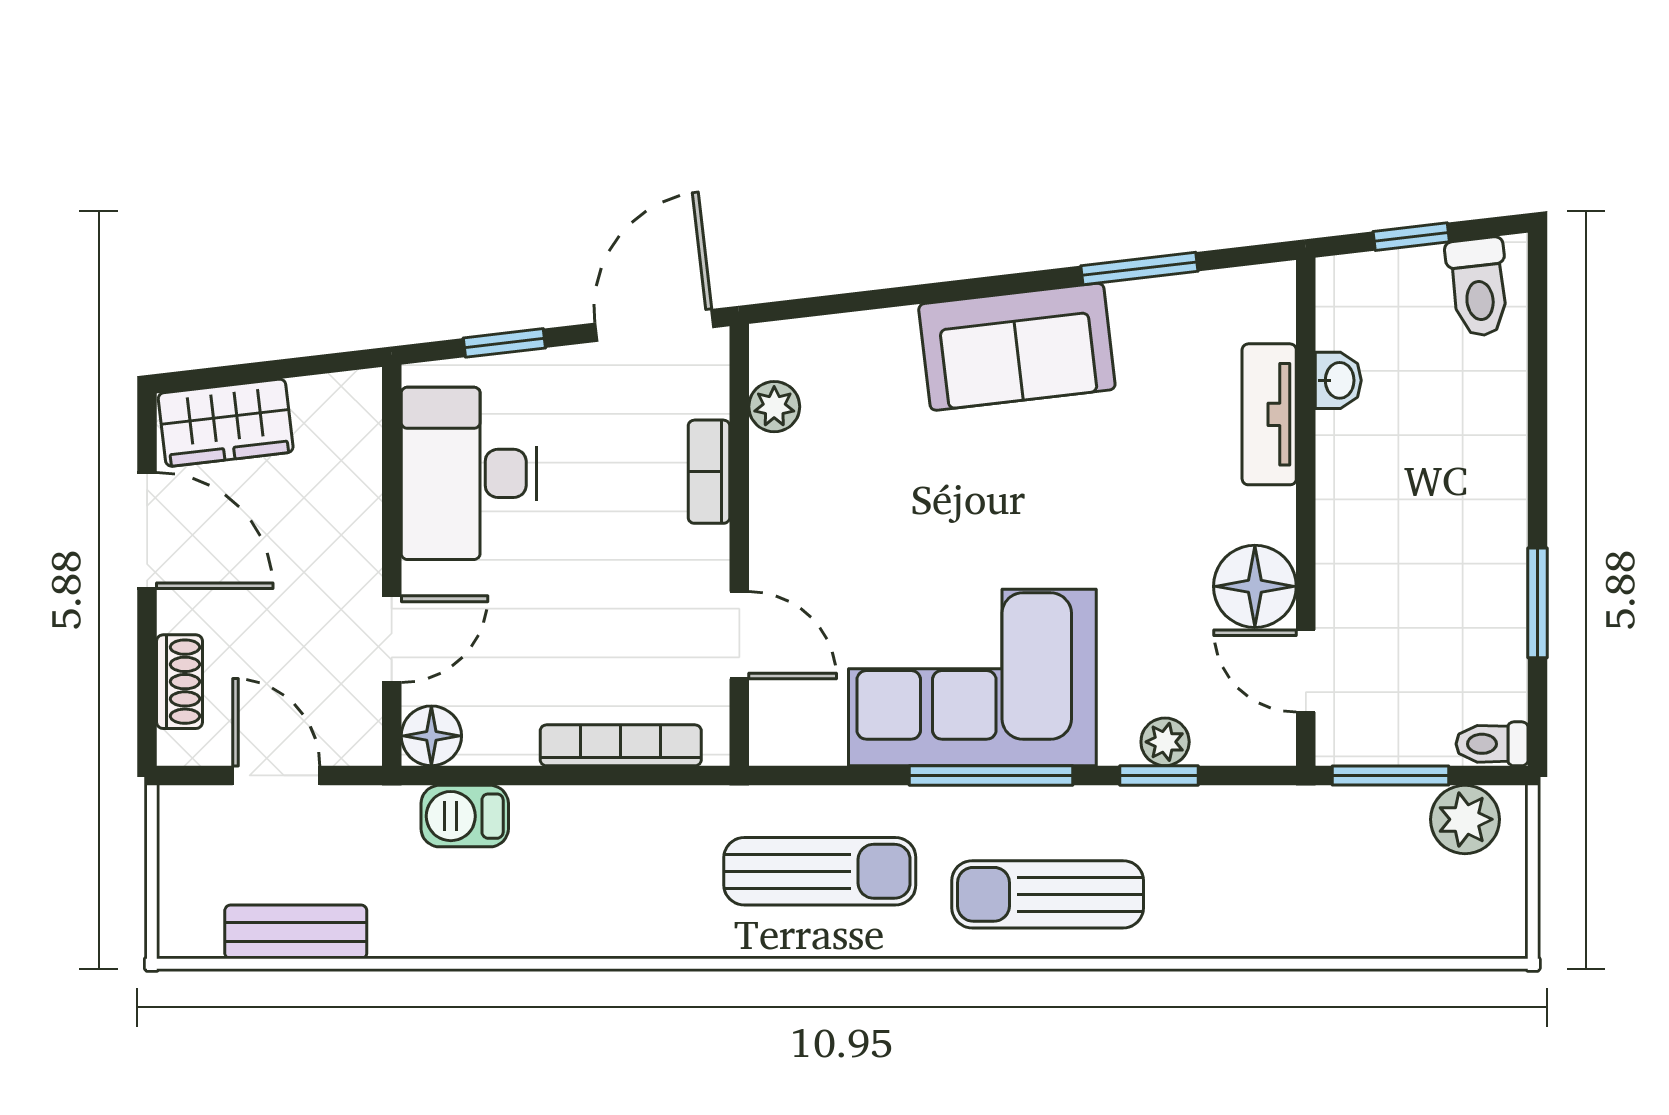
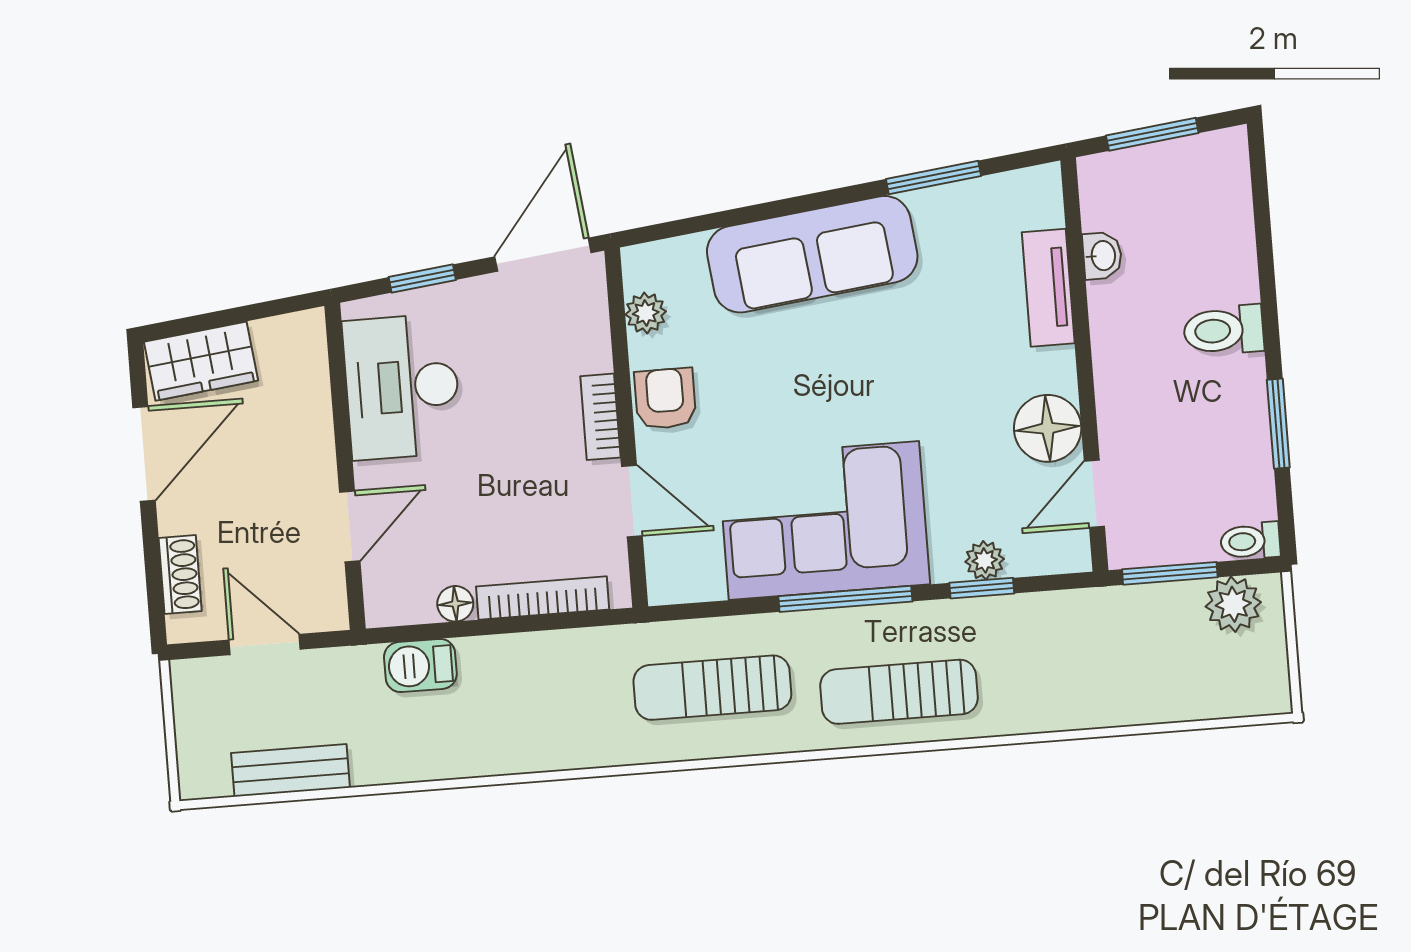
window: (1411, 237) -> (1152, 134), width x1.50
toilet: (1478, 287) -> (1224, 330), moved, turned 97
sofa: (1017, 347) -> (812, 254), width x1.36
bookcase: (709, 472) -> (600, 417), moved
armchair: (790, 513) -> (665, 399), added
door: (147, 531) -> (144, 454), hinge flipped
door: (1306, 671) -> (1094, 494), hinge flipped
floor lamp: (431, 736) -> (455, 604), moved, width x0.73, depth x0.73
sun lounger: (820, 871) -> (712, 688), turned 180

